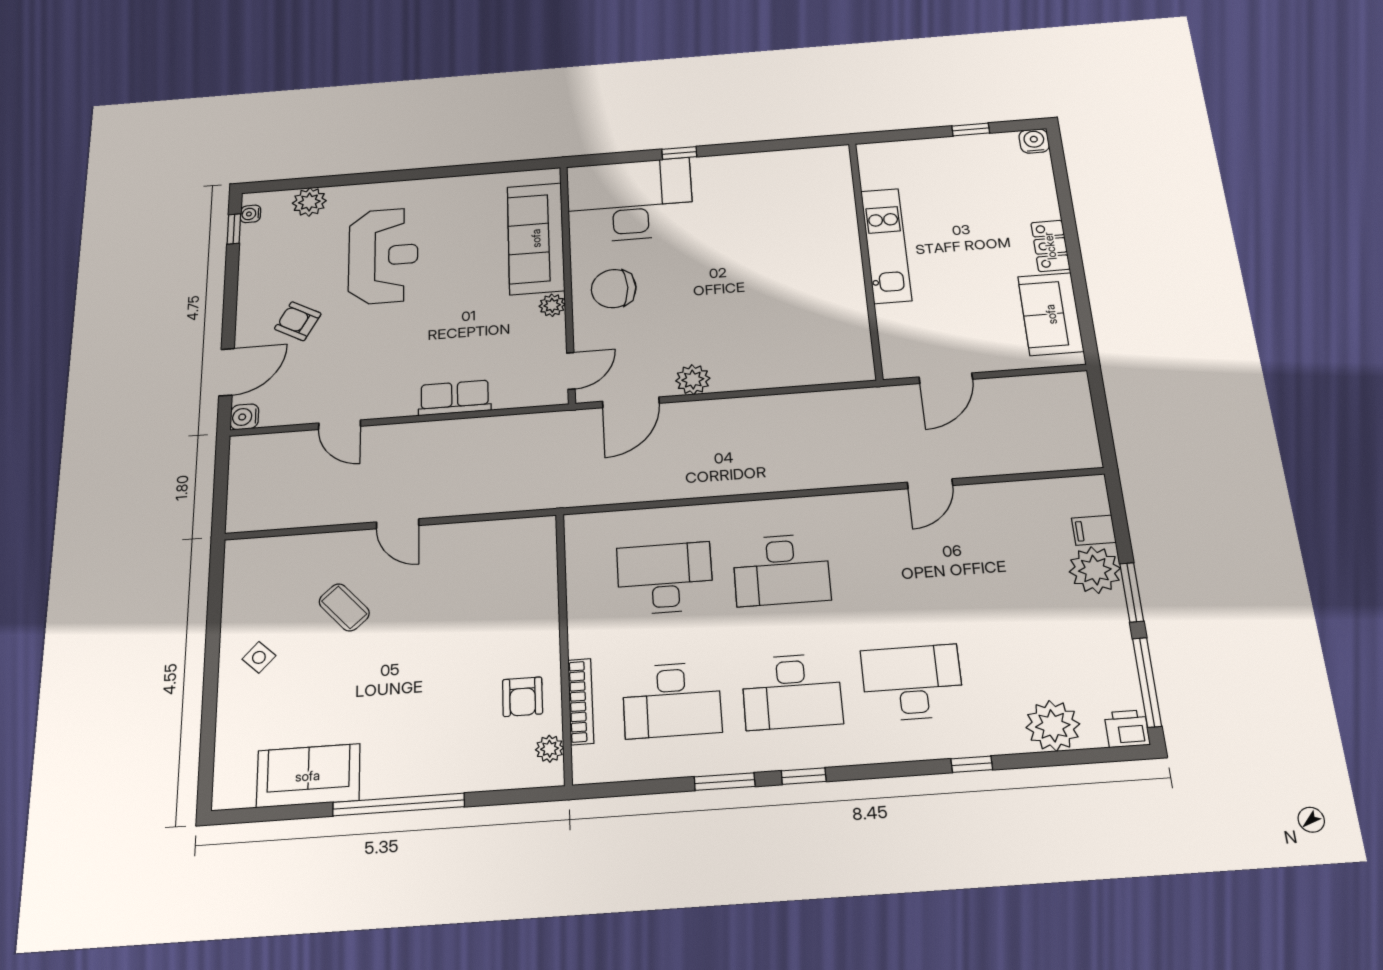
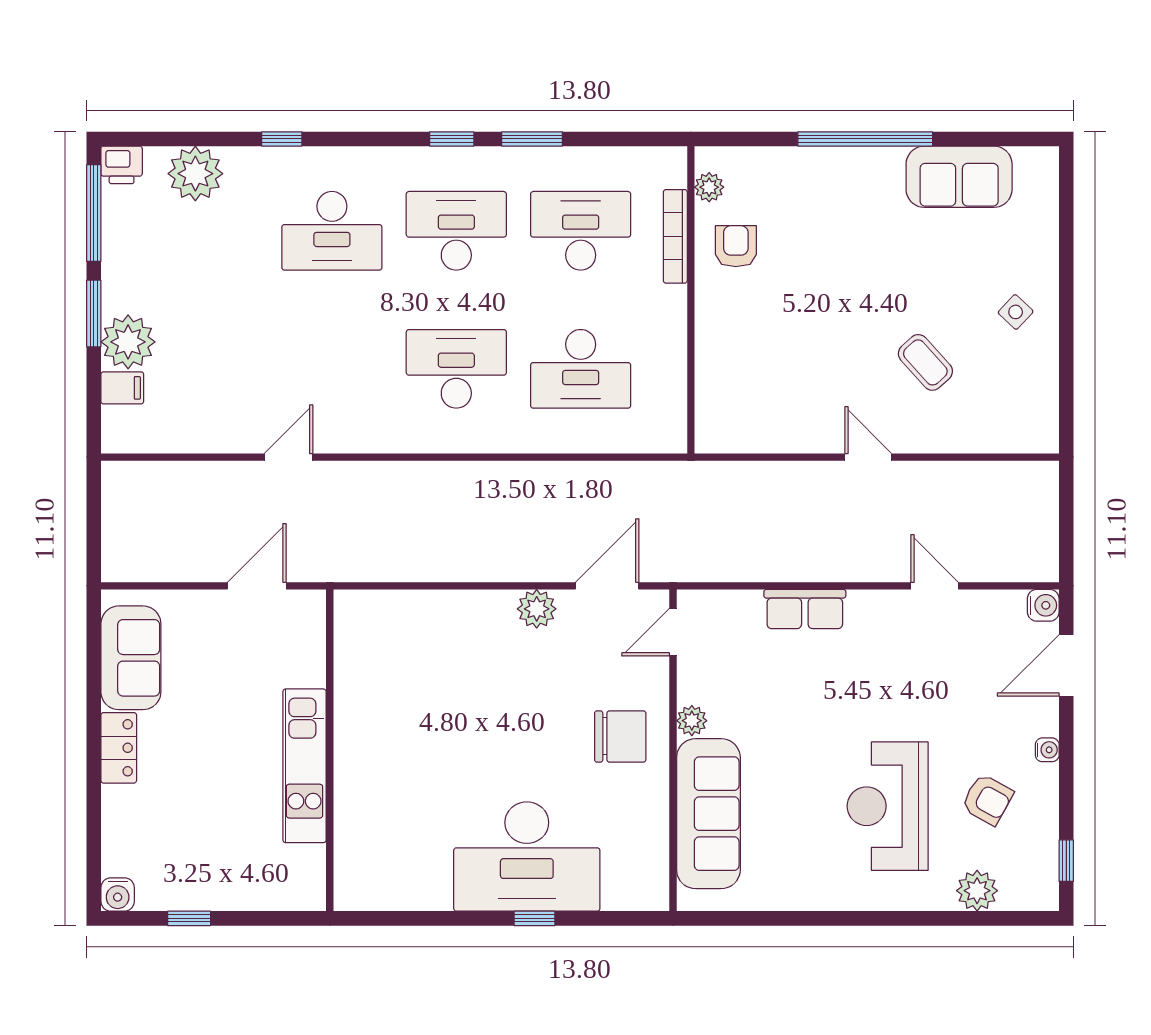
desk: (630, 200) -> (527, 857), moved
water cooler: (250, 214) -> (1047, 750), moved
armchair: (298, 321) -> (987, 799), moved

